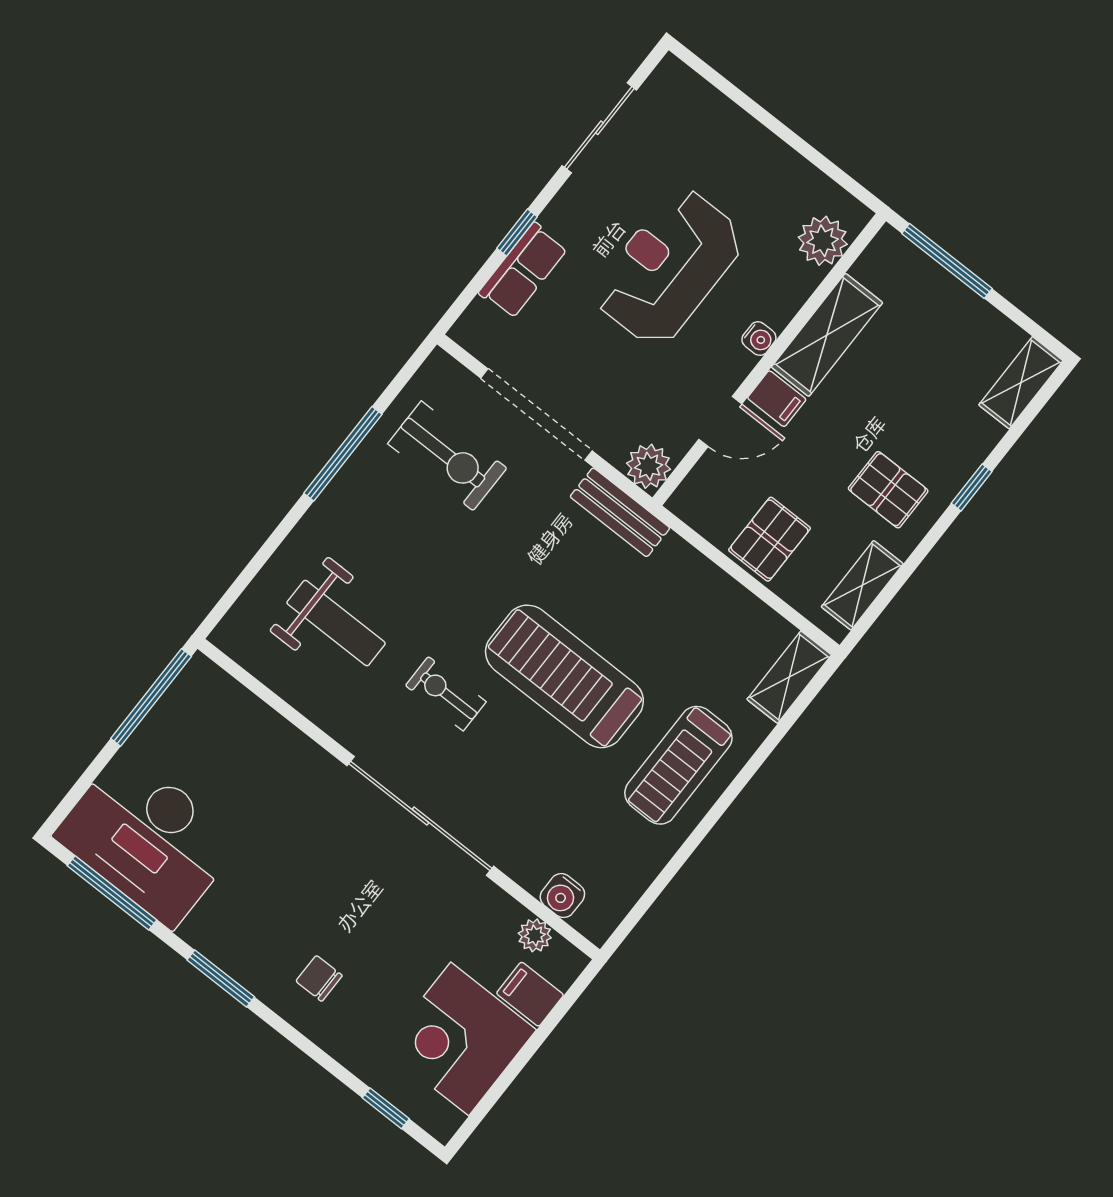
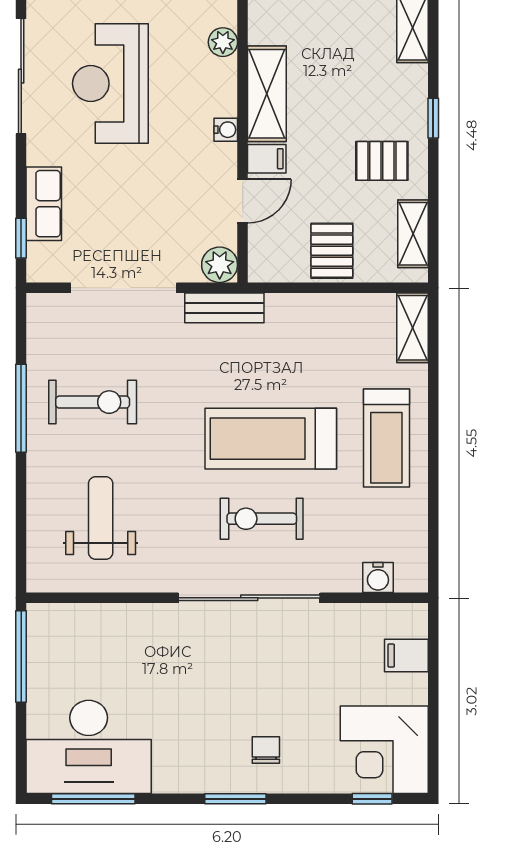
sliding door: (599, 128) -> (21, 76), width x1.37
window: (517, 232) -> (21, 238), moved
plant: (823, 241) -> (223, 42), width x0.73, depth x0.73
reception desk: (669, 267) -> (110, 84), moved
exercise bike: (447, 456) -> (93, 402), moved
weight bench: (336, 623) -> (101, 518), turned -90
exercise bike: (446, 694) -> (262, 519), moved, width x1.38, depth x1.39
plant: (535, 935) -> (380, 616), removed
window: (221, 978) -> (235, 799), moved
chair: (319, 978) -> (266, 750), turned 90
corner desk: (460, 1039) -> (384, 750), moved

